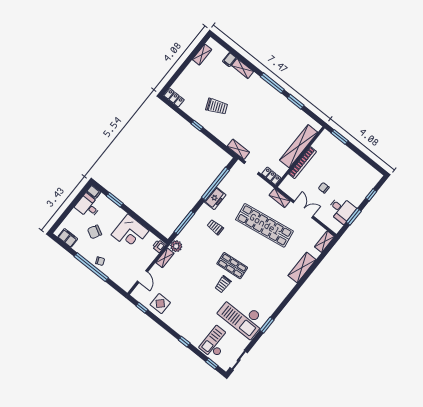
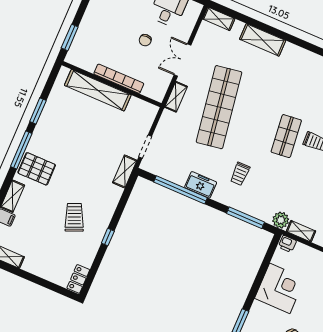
pallet: (257, 90) -> (37, 169), added
locker: (271, 176) -> (149, 117), removed

